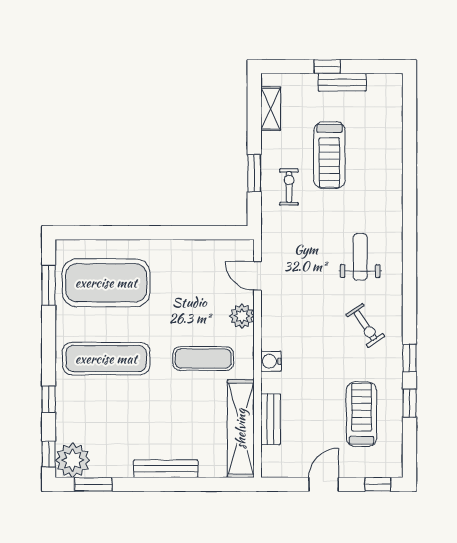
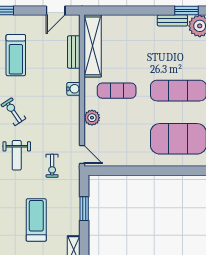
exercise bike: (289, 187) -> (52, 166), moved
door: (257, 276) -> (82, 154), moved
bench: (166, 469) -> (172, 20), moved, width x0.73
door: (324, 484) -> (56, 11), moved

